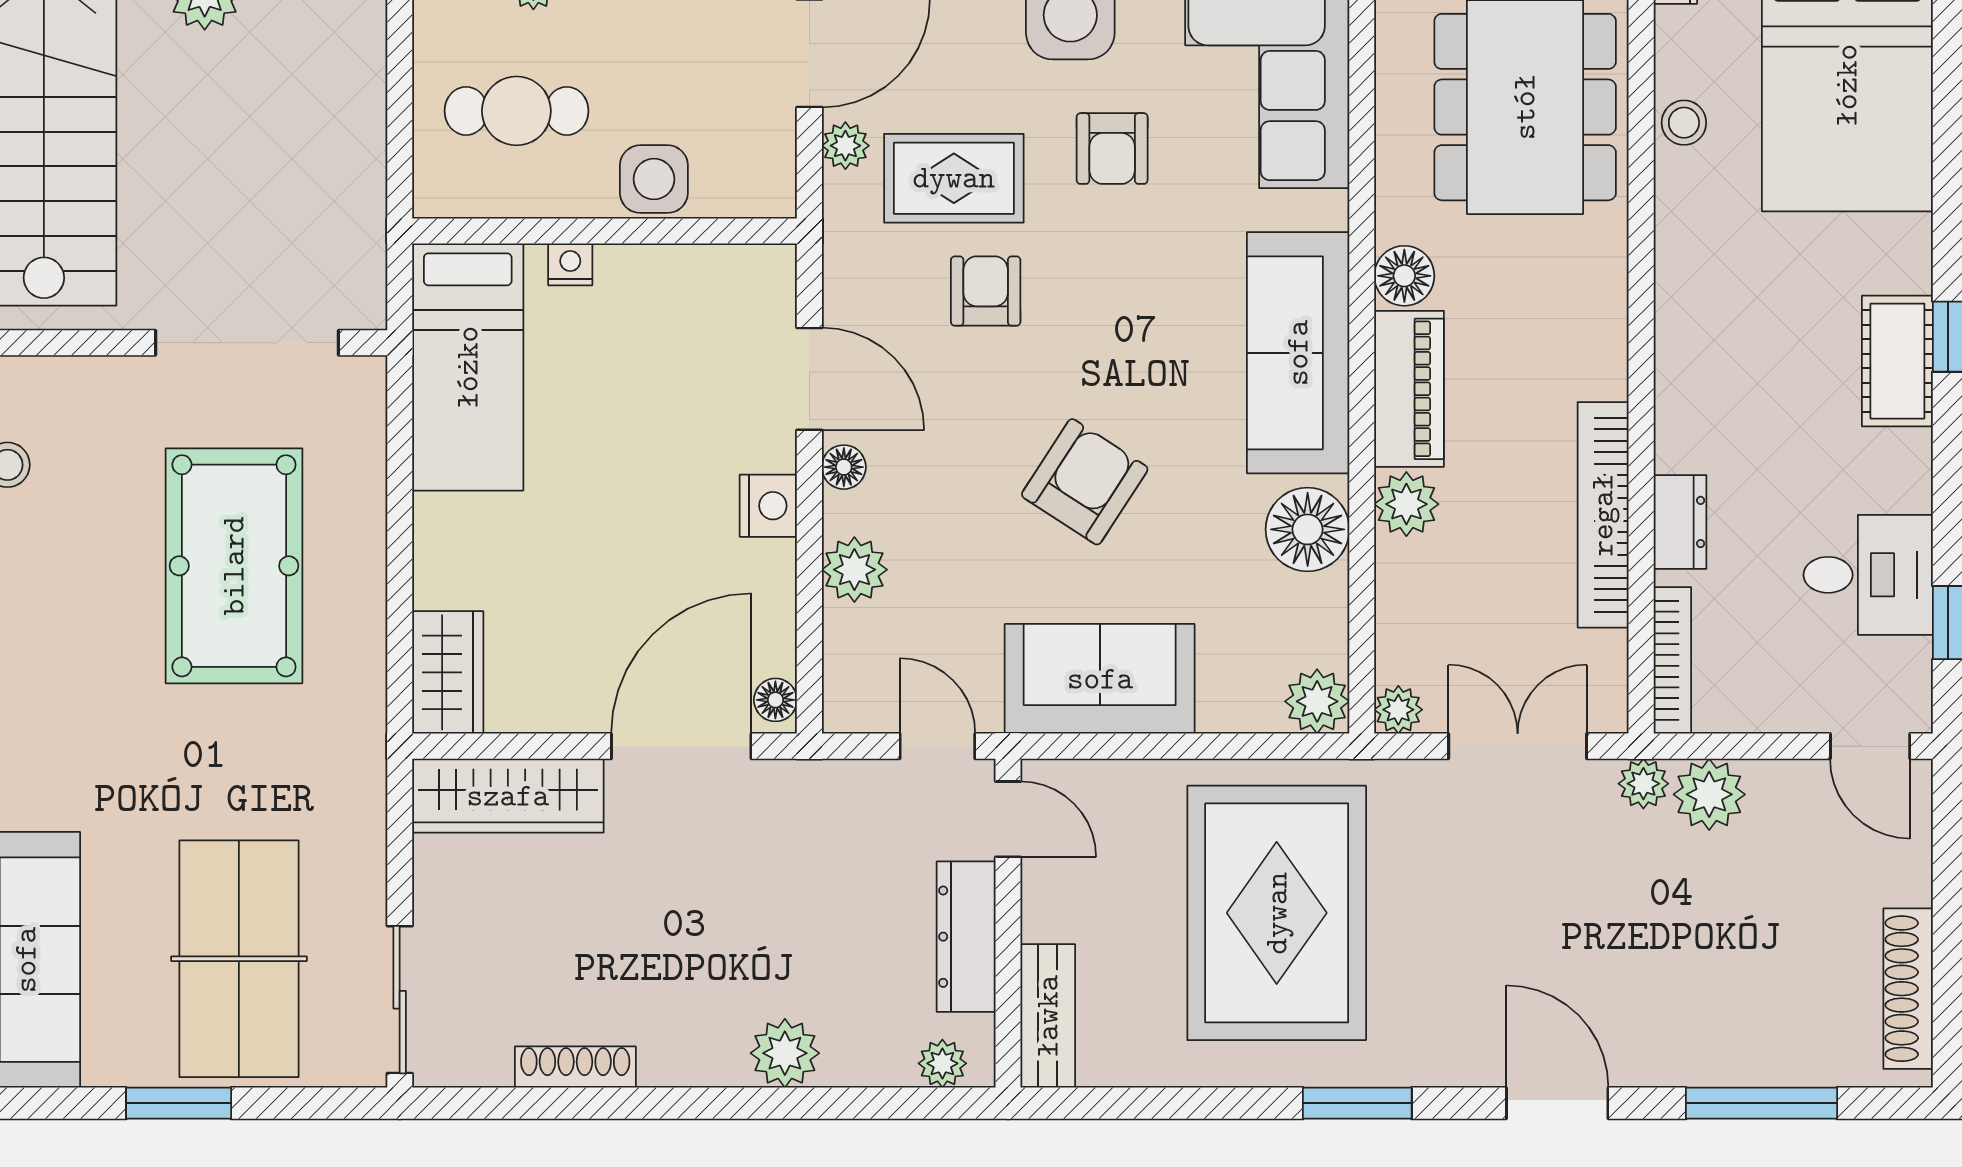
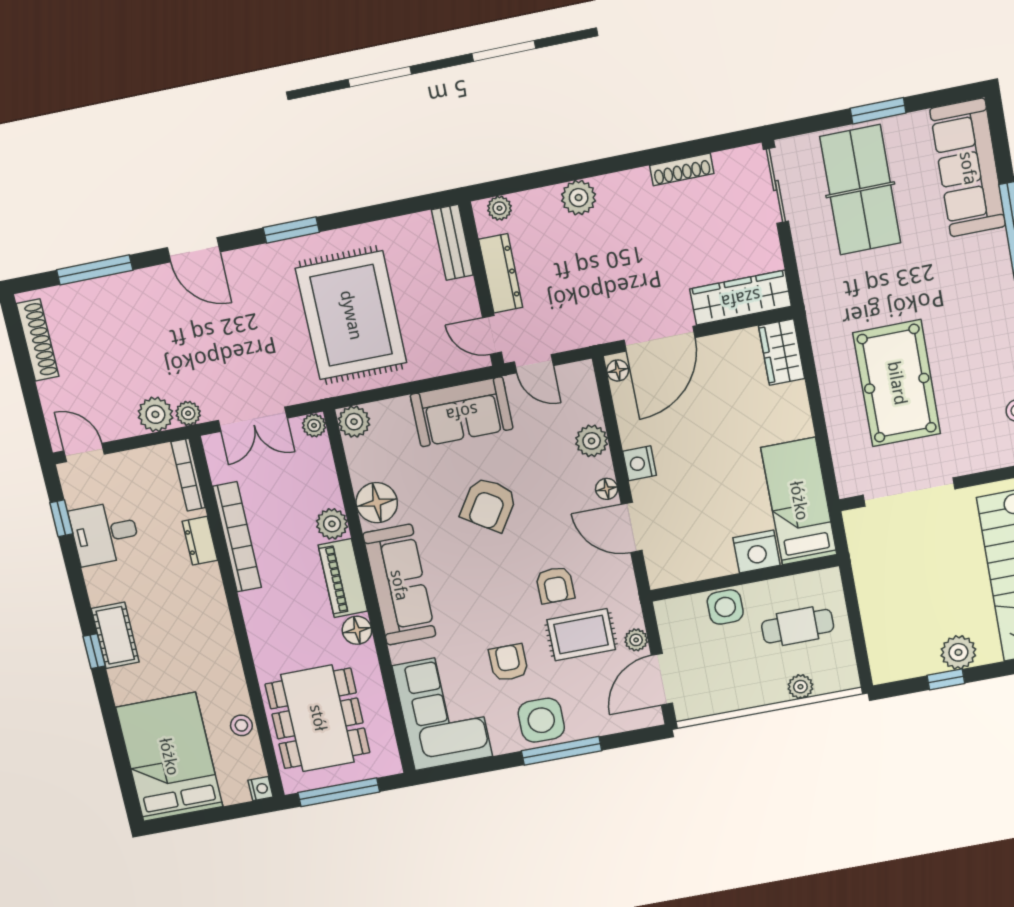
nightstand: (570, 264) -> (757, 551), width x1.89, depth x1.79

